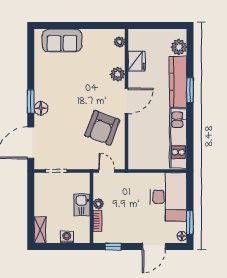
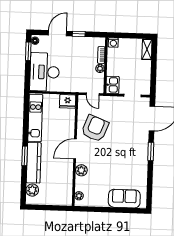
fridge: (137, 61) -> (68, 101), moved, turned -90
floor lamp: (41, 108) -> (143, 145), removed
kitchen sink: (82, 205) -> (112, 85), moved
washing machine: (67, 237) -> (113, 43), moved
window: (113, 247) -> (79, 34), moved

